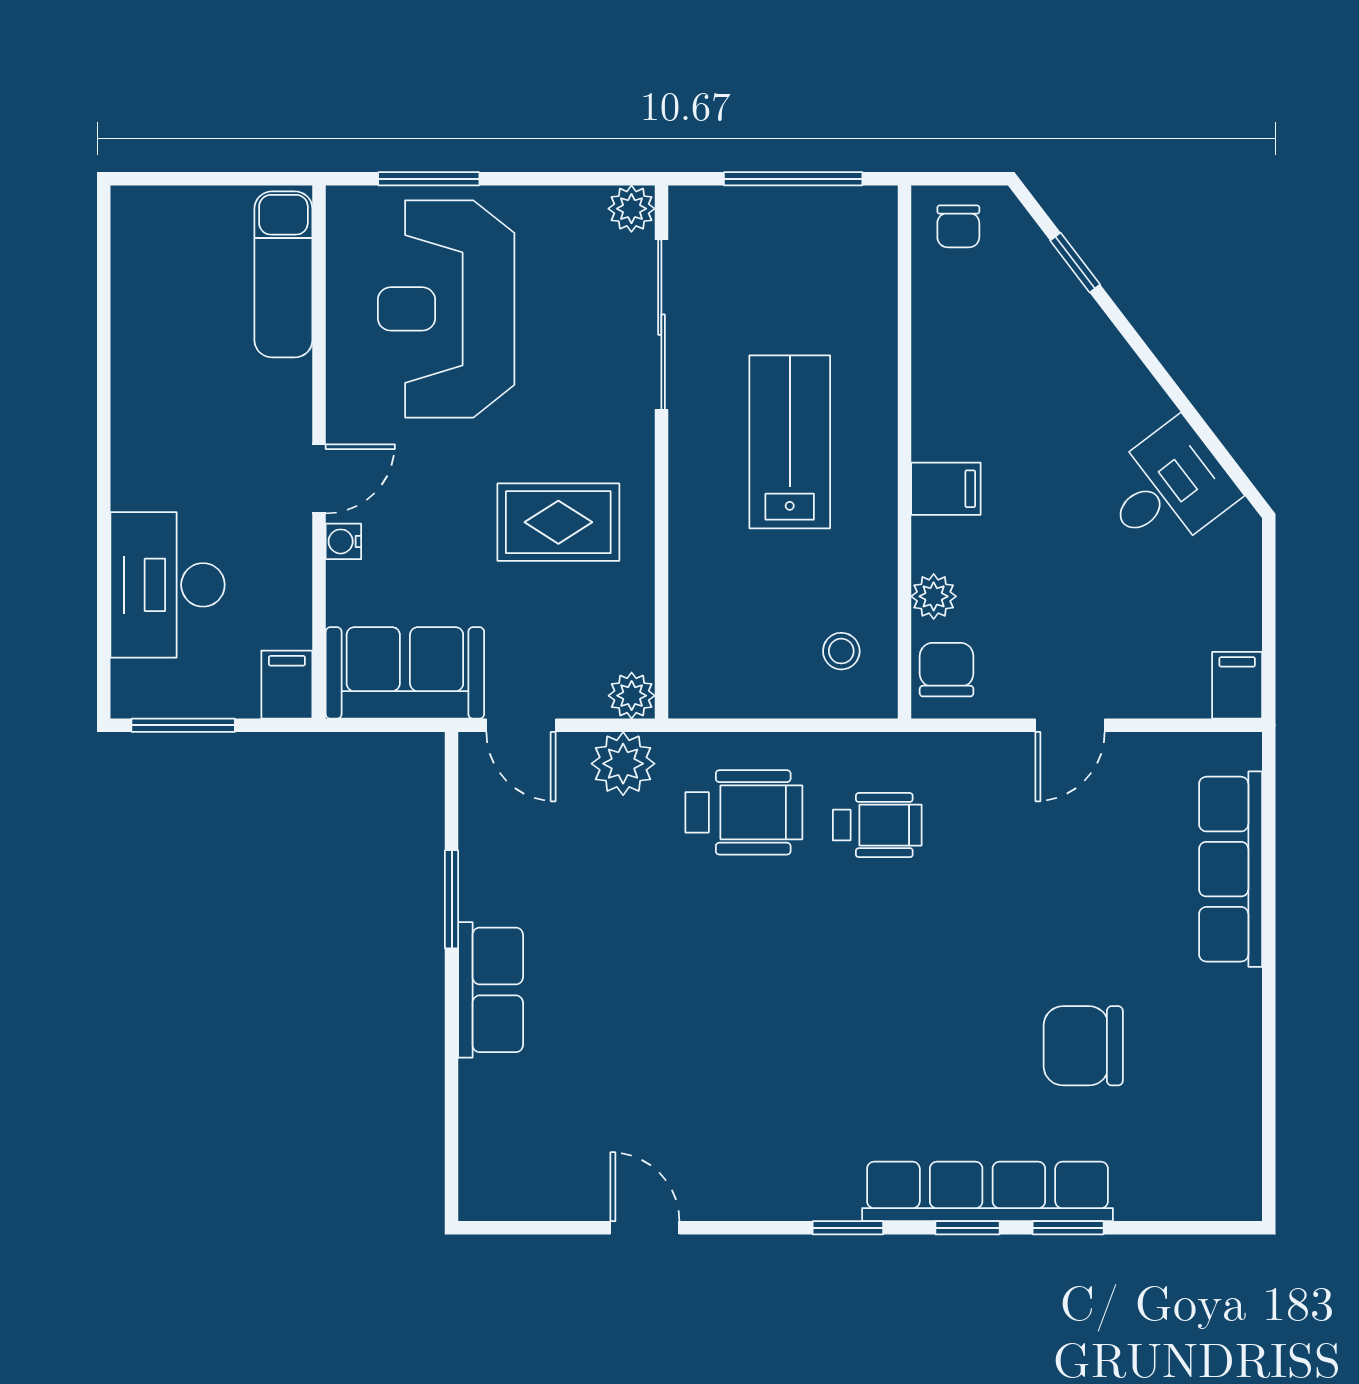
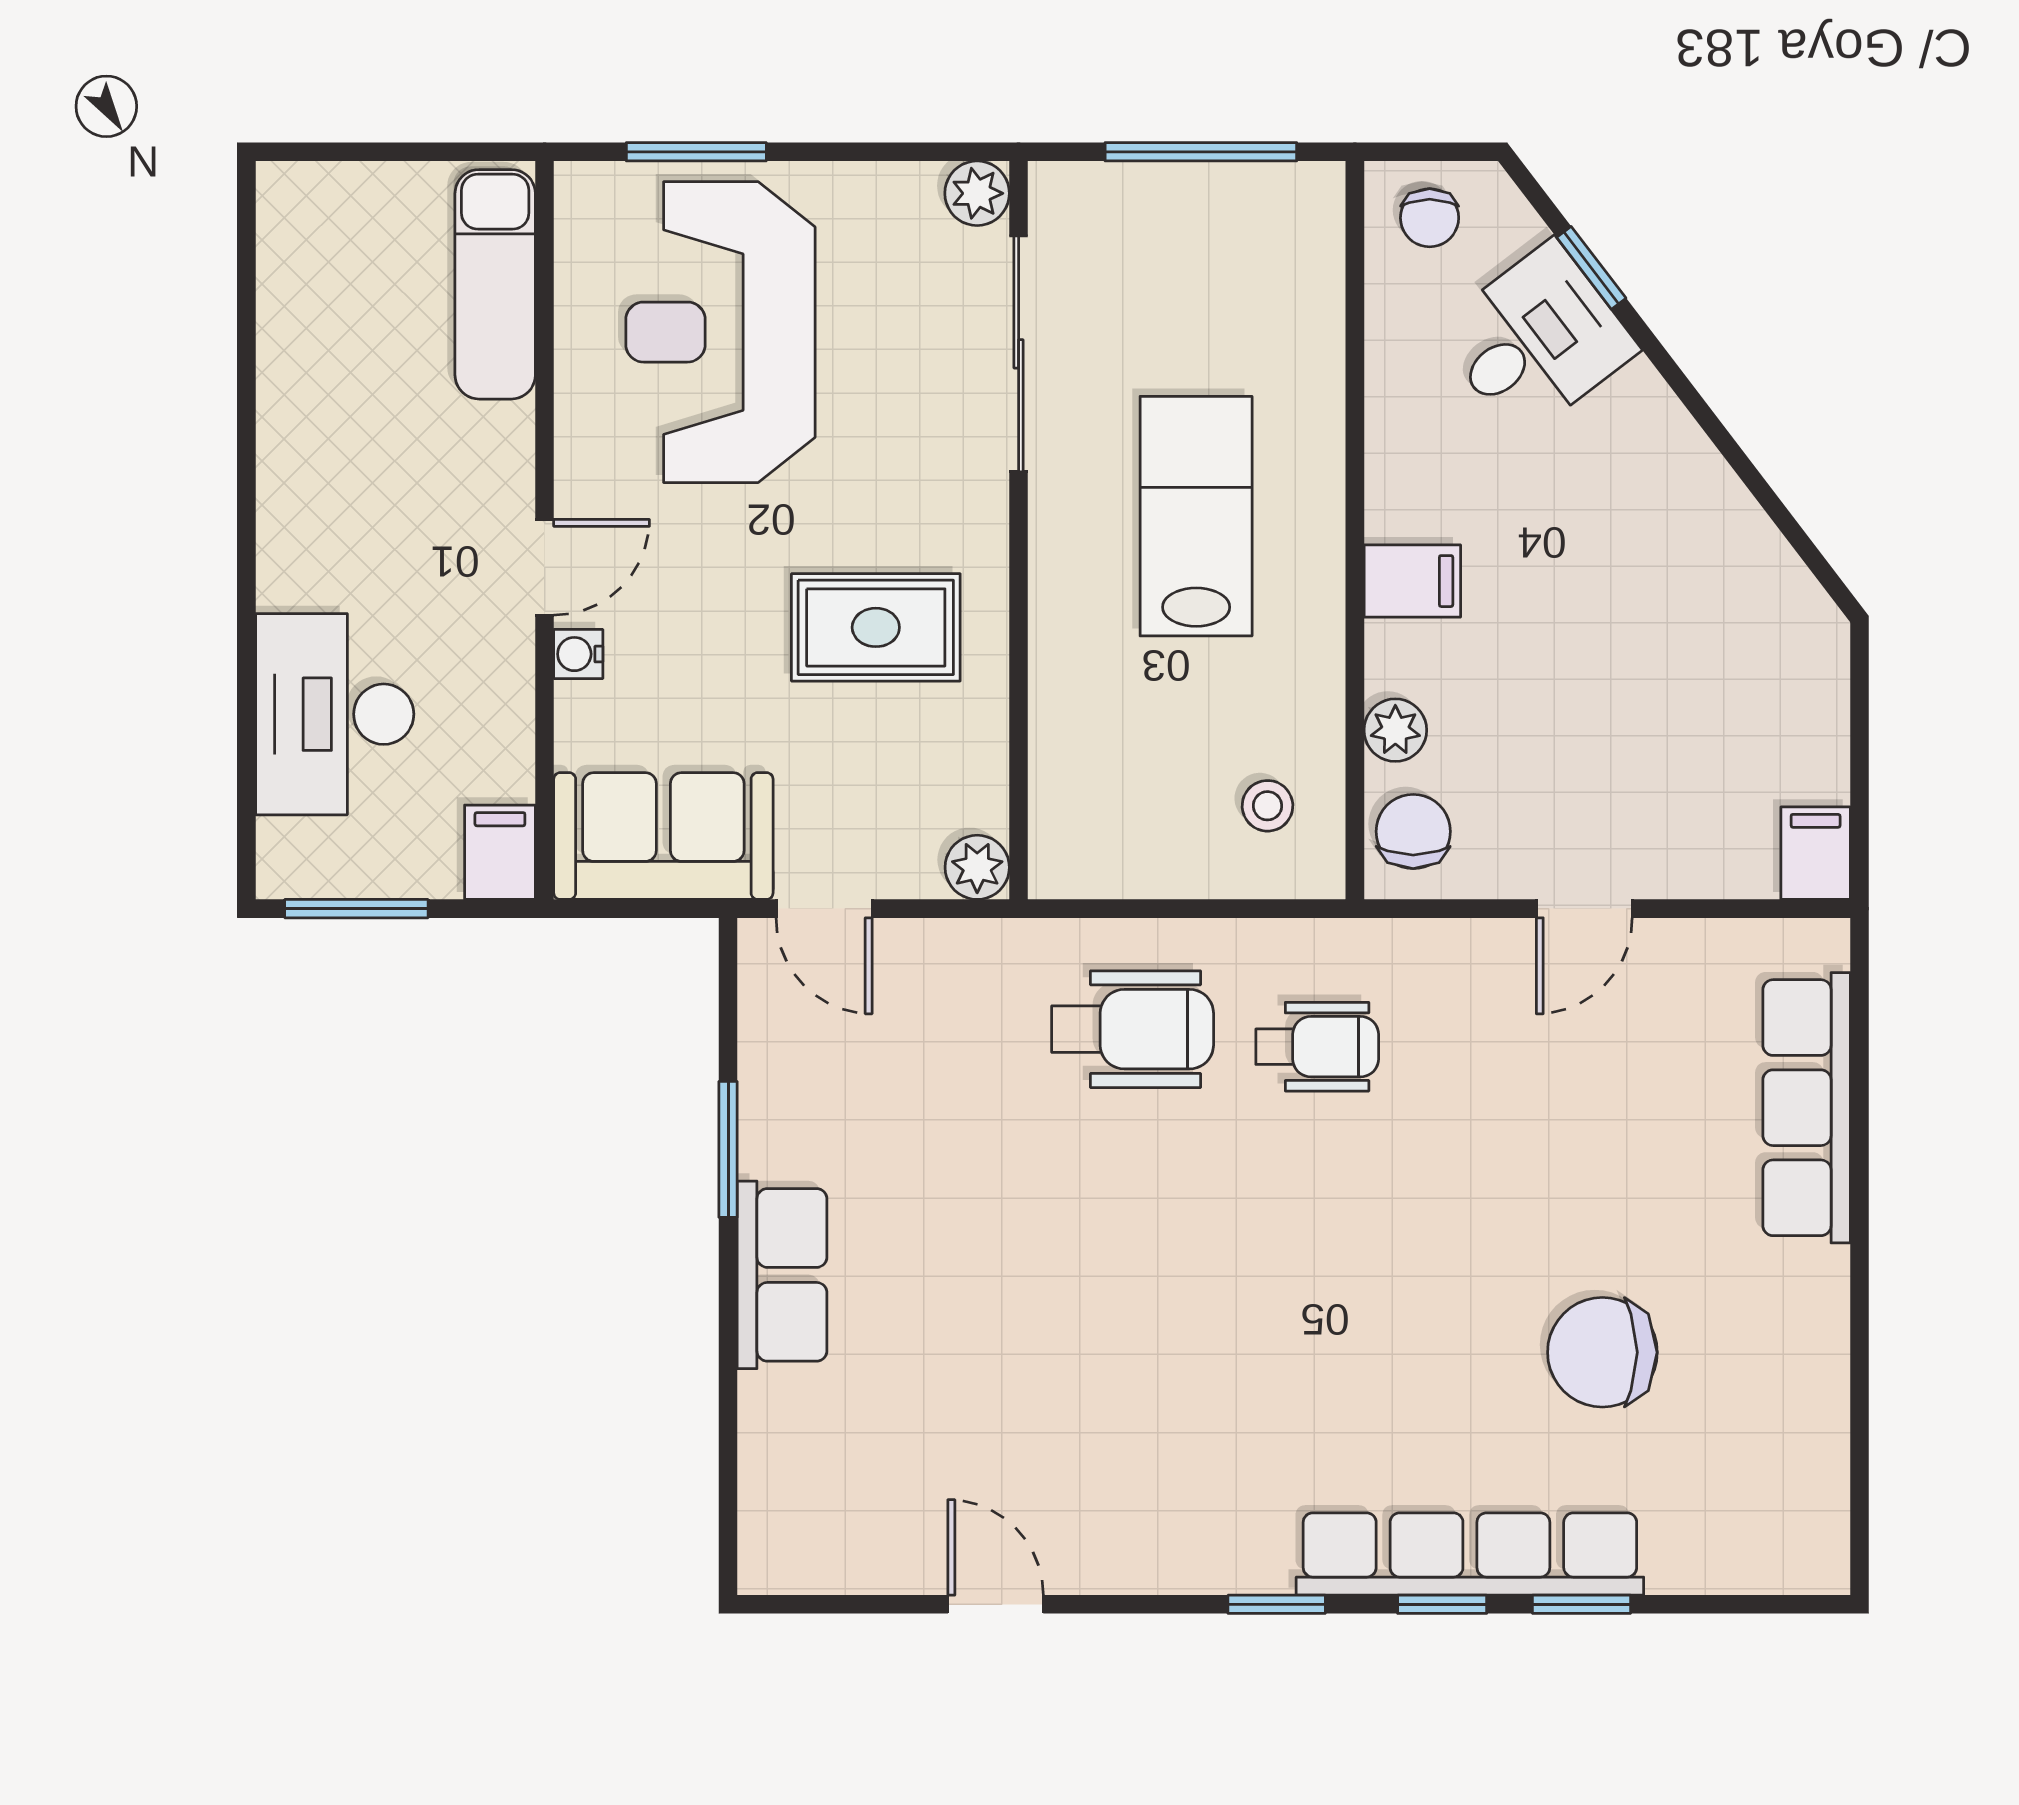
desk: (1168, 488) -> (1536, 340), moved
plant: (623, 764) -> (965, 962), removed

